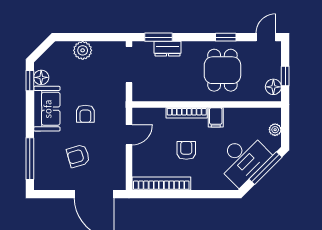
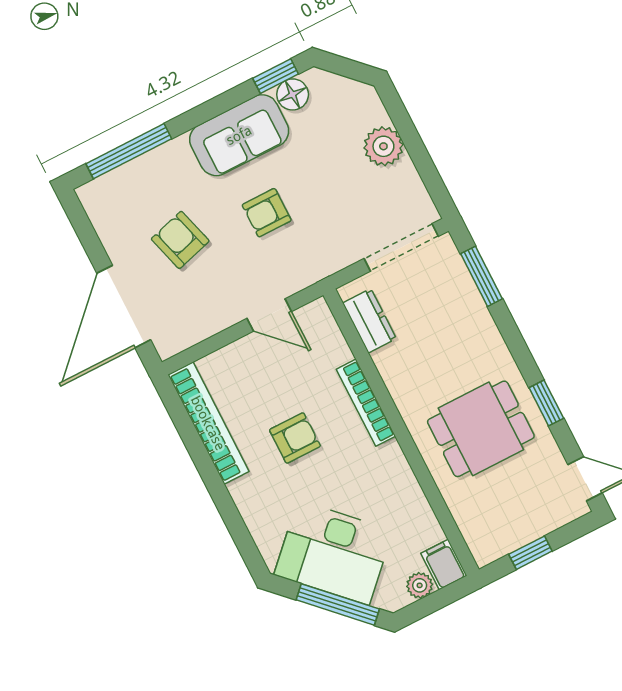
dresser: (167, 49) -> (369, 321), moved, turned 180
floor lamp: (273, 87) -> (499, 541), removed
filing cabinet: (216, 117) -> (444, 564), moved, turned 90

